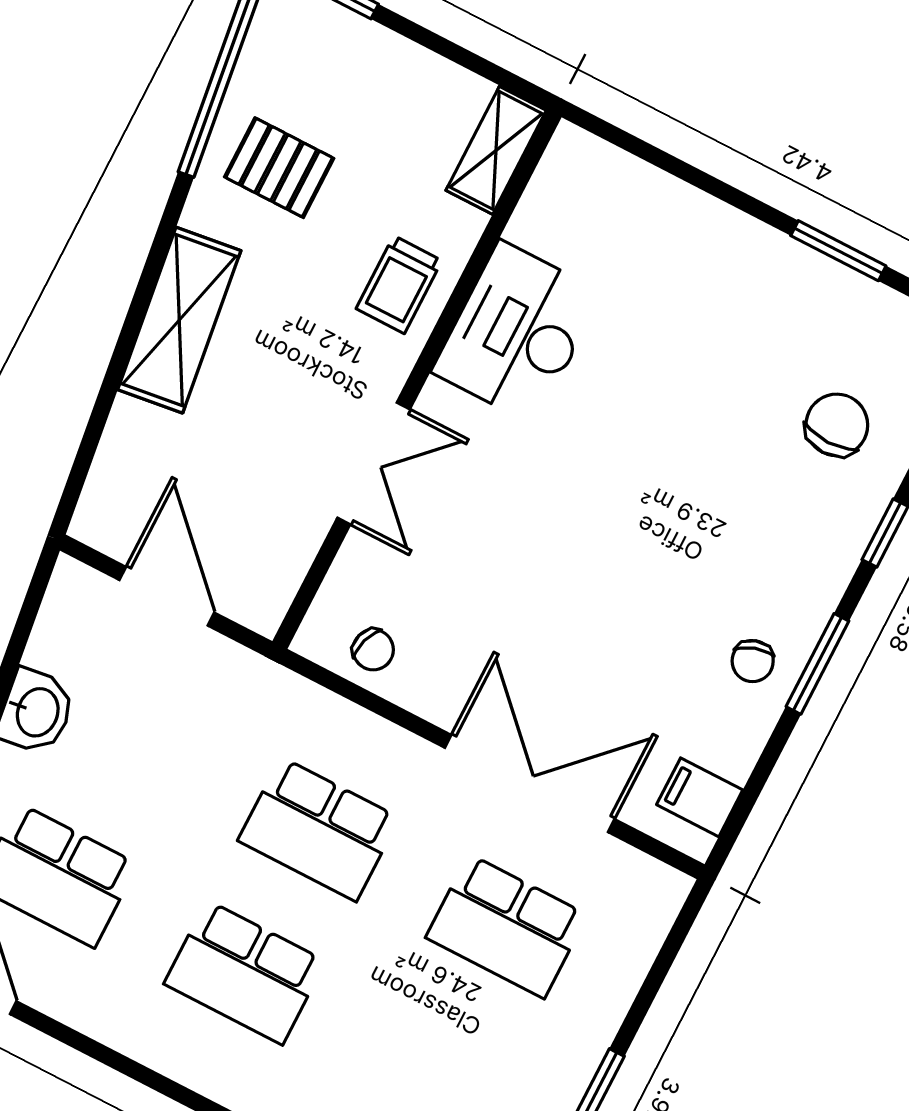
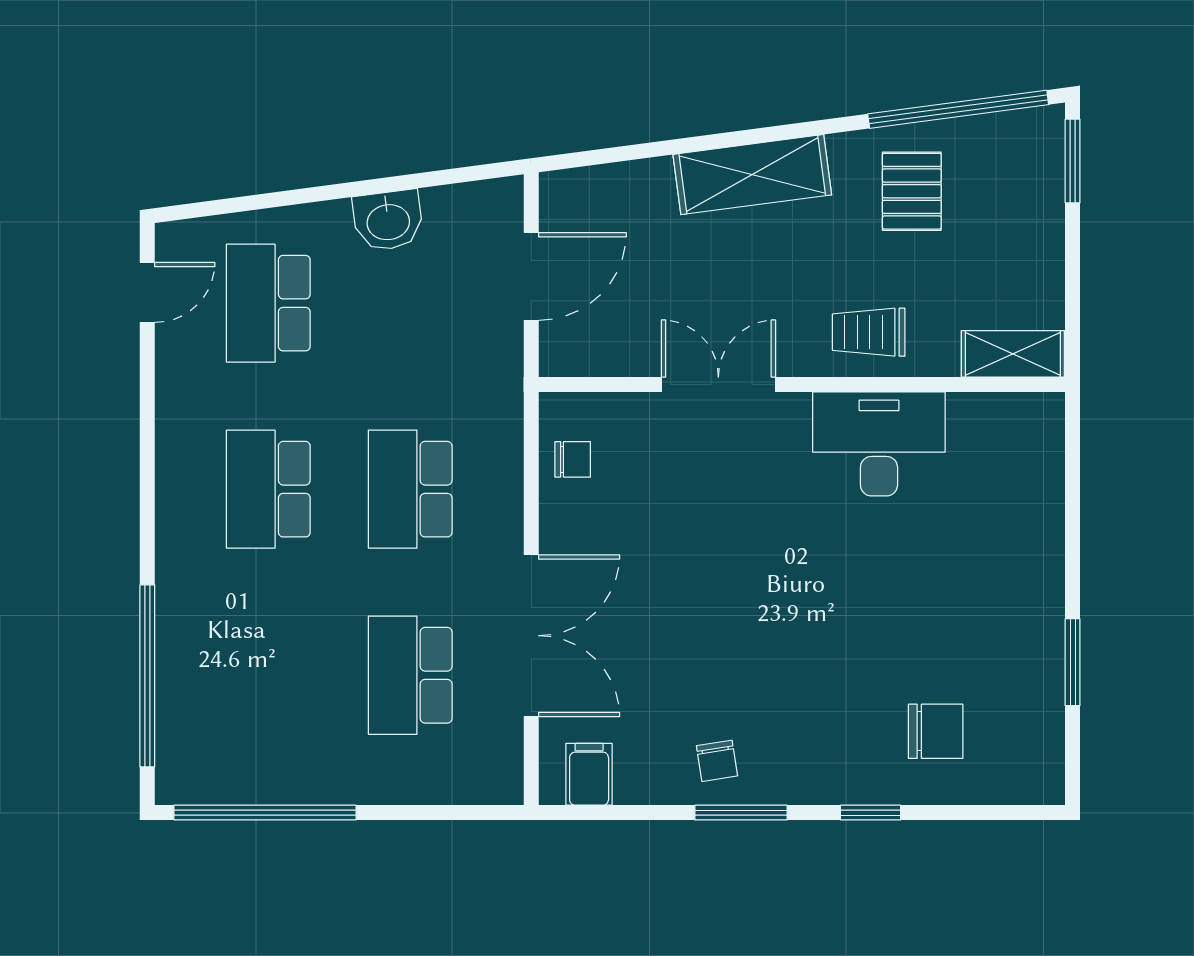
double door: (374, 463) -> (718, 384), swing flipped
chair: (373, 650) -> (573, 459), turned -108
chair: (753, 661) -> (717, 761), turned -81

